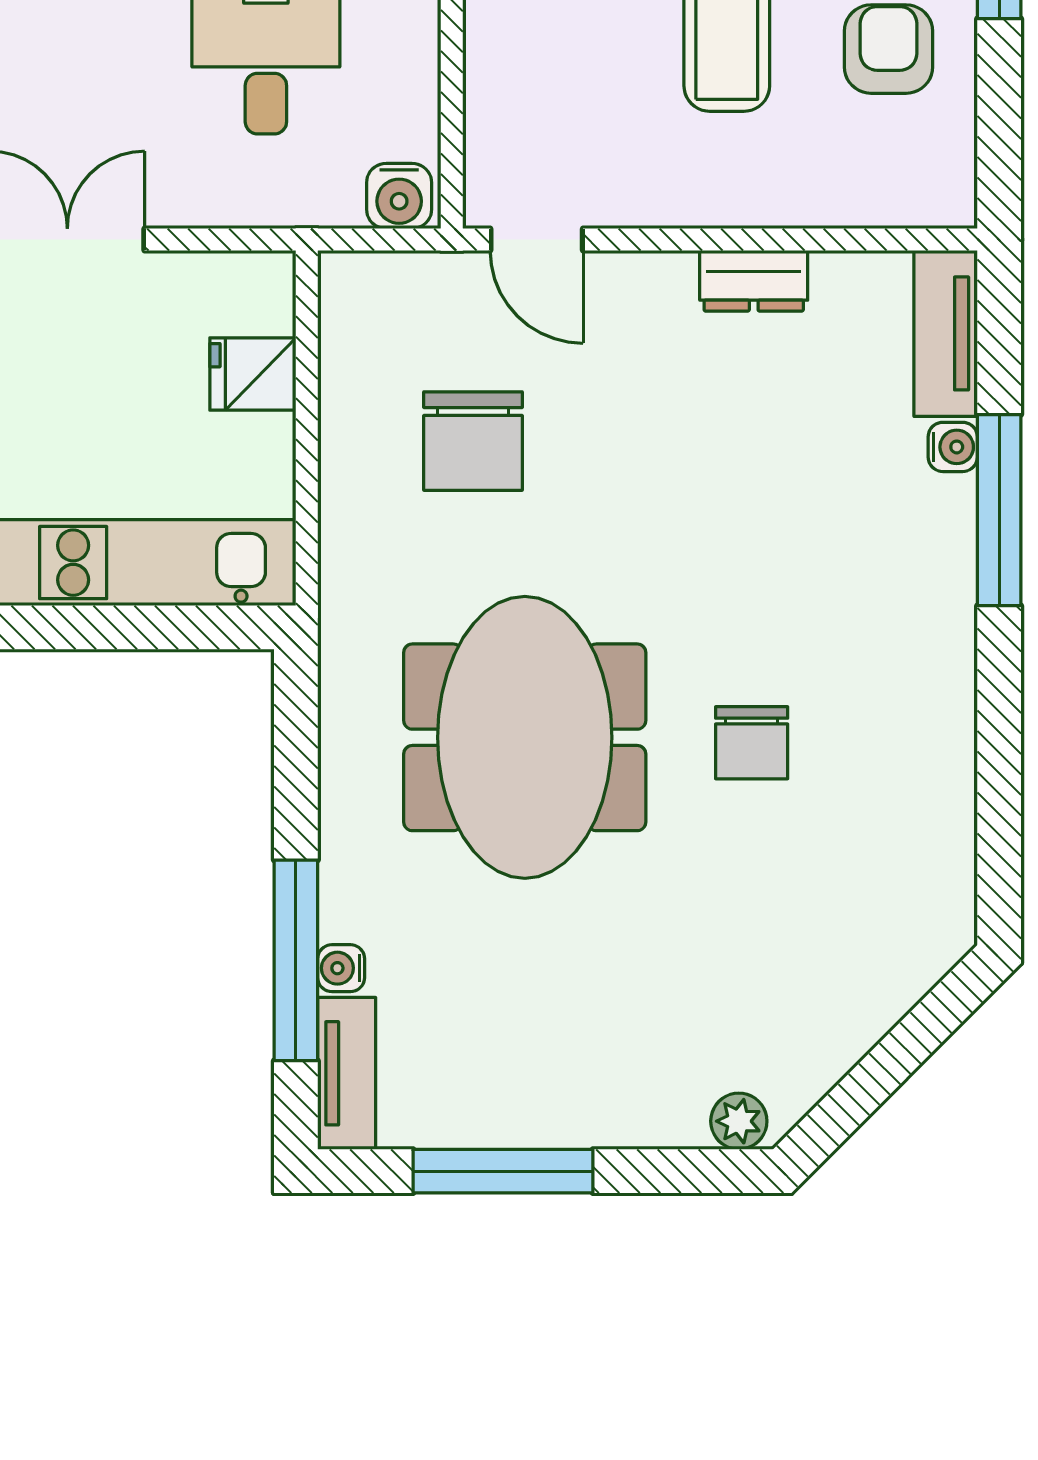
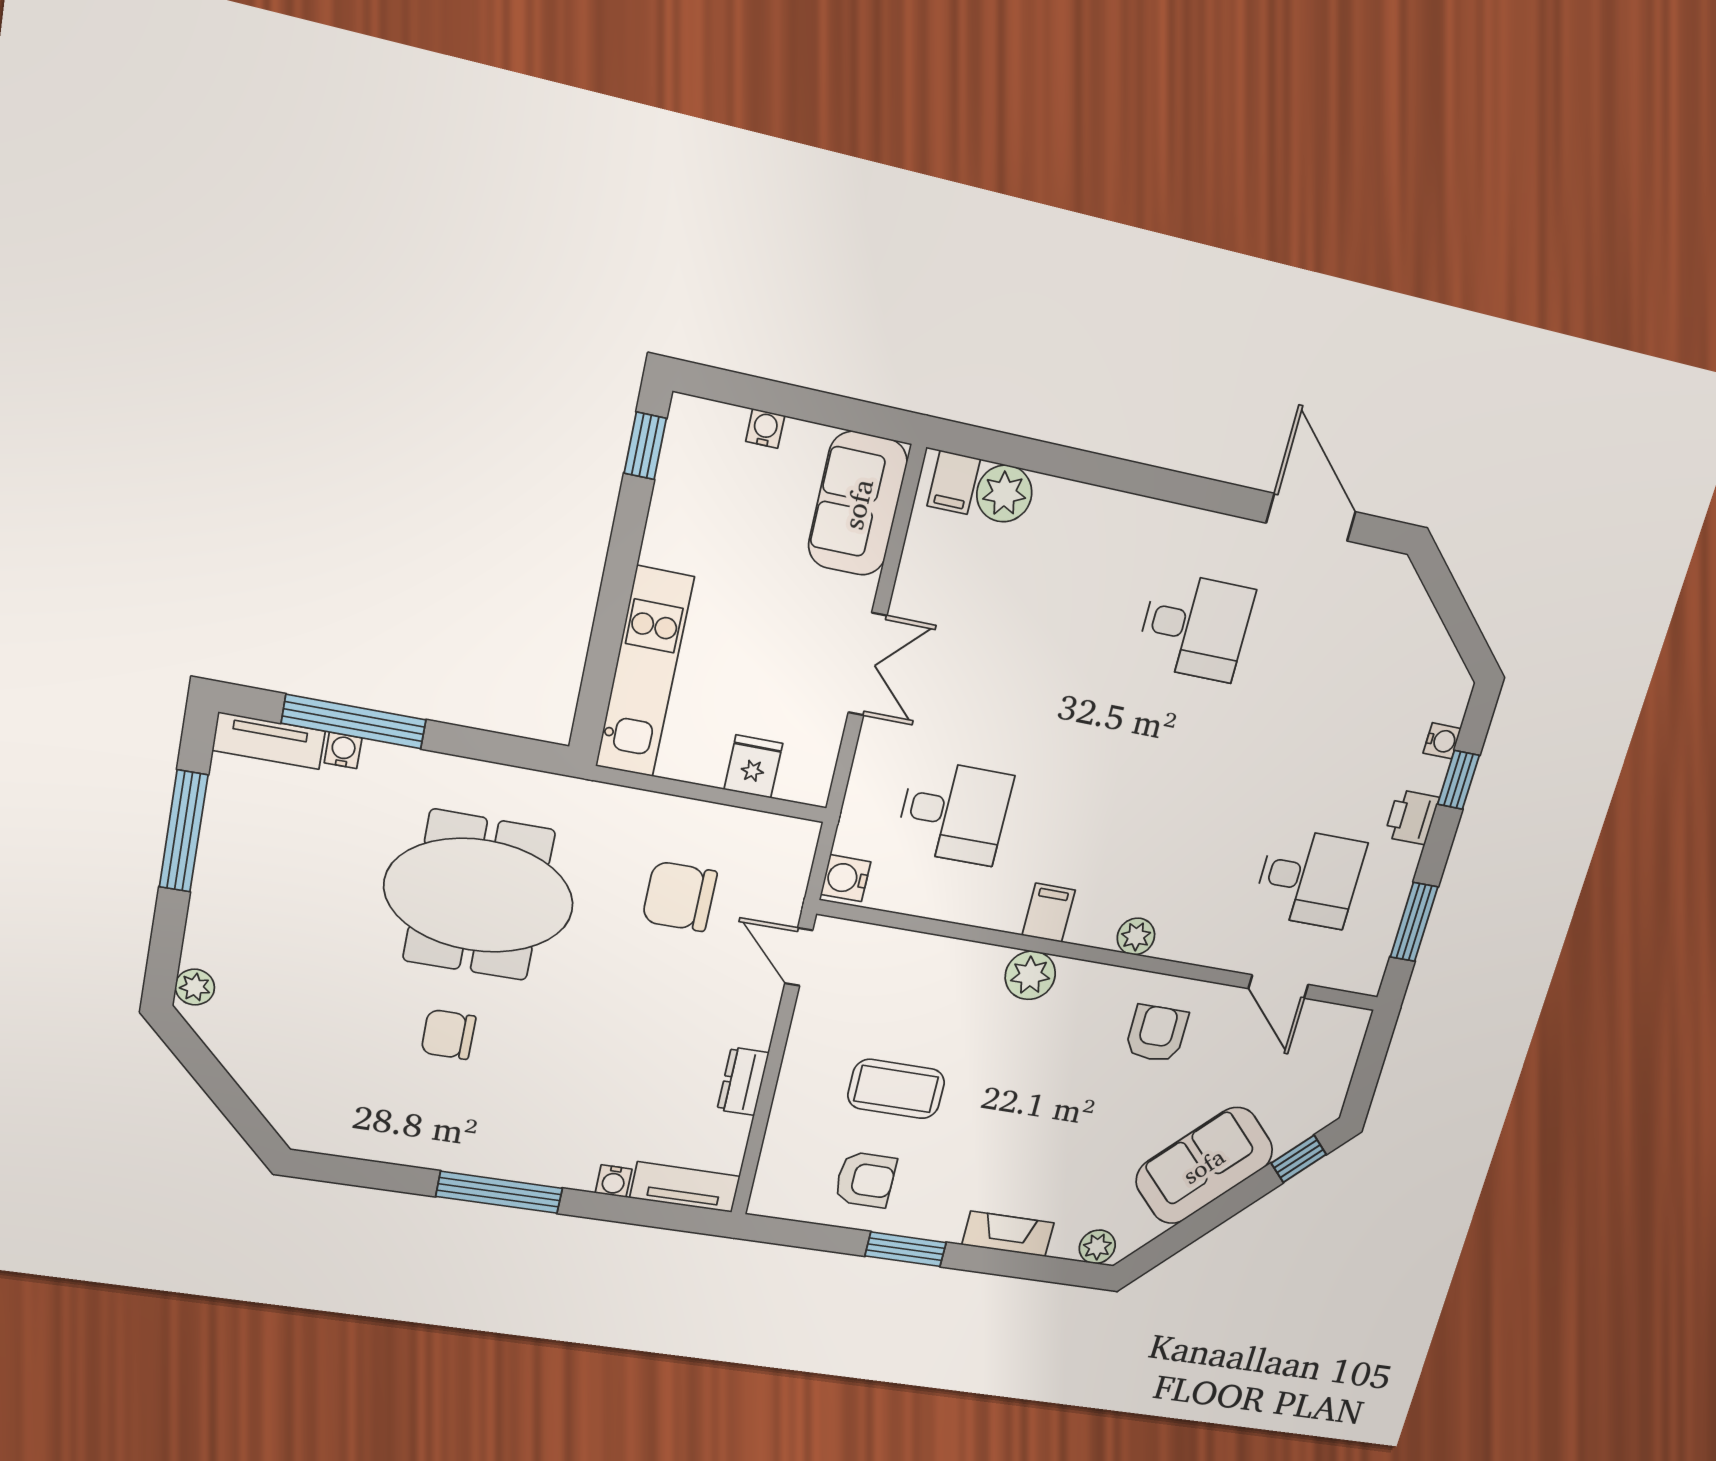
door: (537, 240) -> (799, 957), hinge flipped
window: (999, 510) -> (499, 1192), moved

